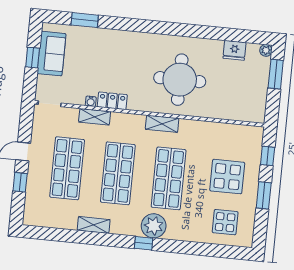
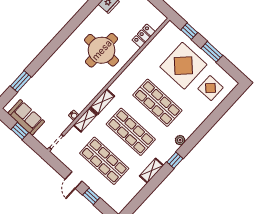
locker: (112, 101) -> (144, 36), moved
shelving: (162, 124) -> (102, 102), moved
display table: (227, 177) -> (183, 66), width x1.36, depth x1.36
plant: (154, 226) -> (180, 140), width x0.53, depth x0.53
window: (144, 243) -> (175, 160), moved

